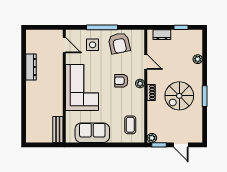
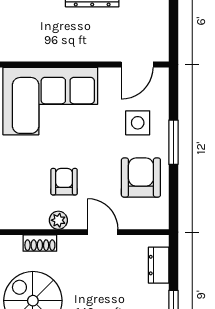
window: (102, 27) -> (173, 142), width x0.69
armchair: (119, 43) -> (141, 177), turned 102
door: (146, 62) -> (103, 232), swing flipped

